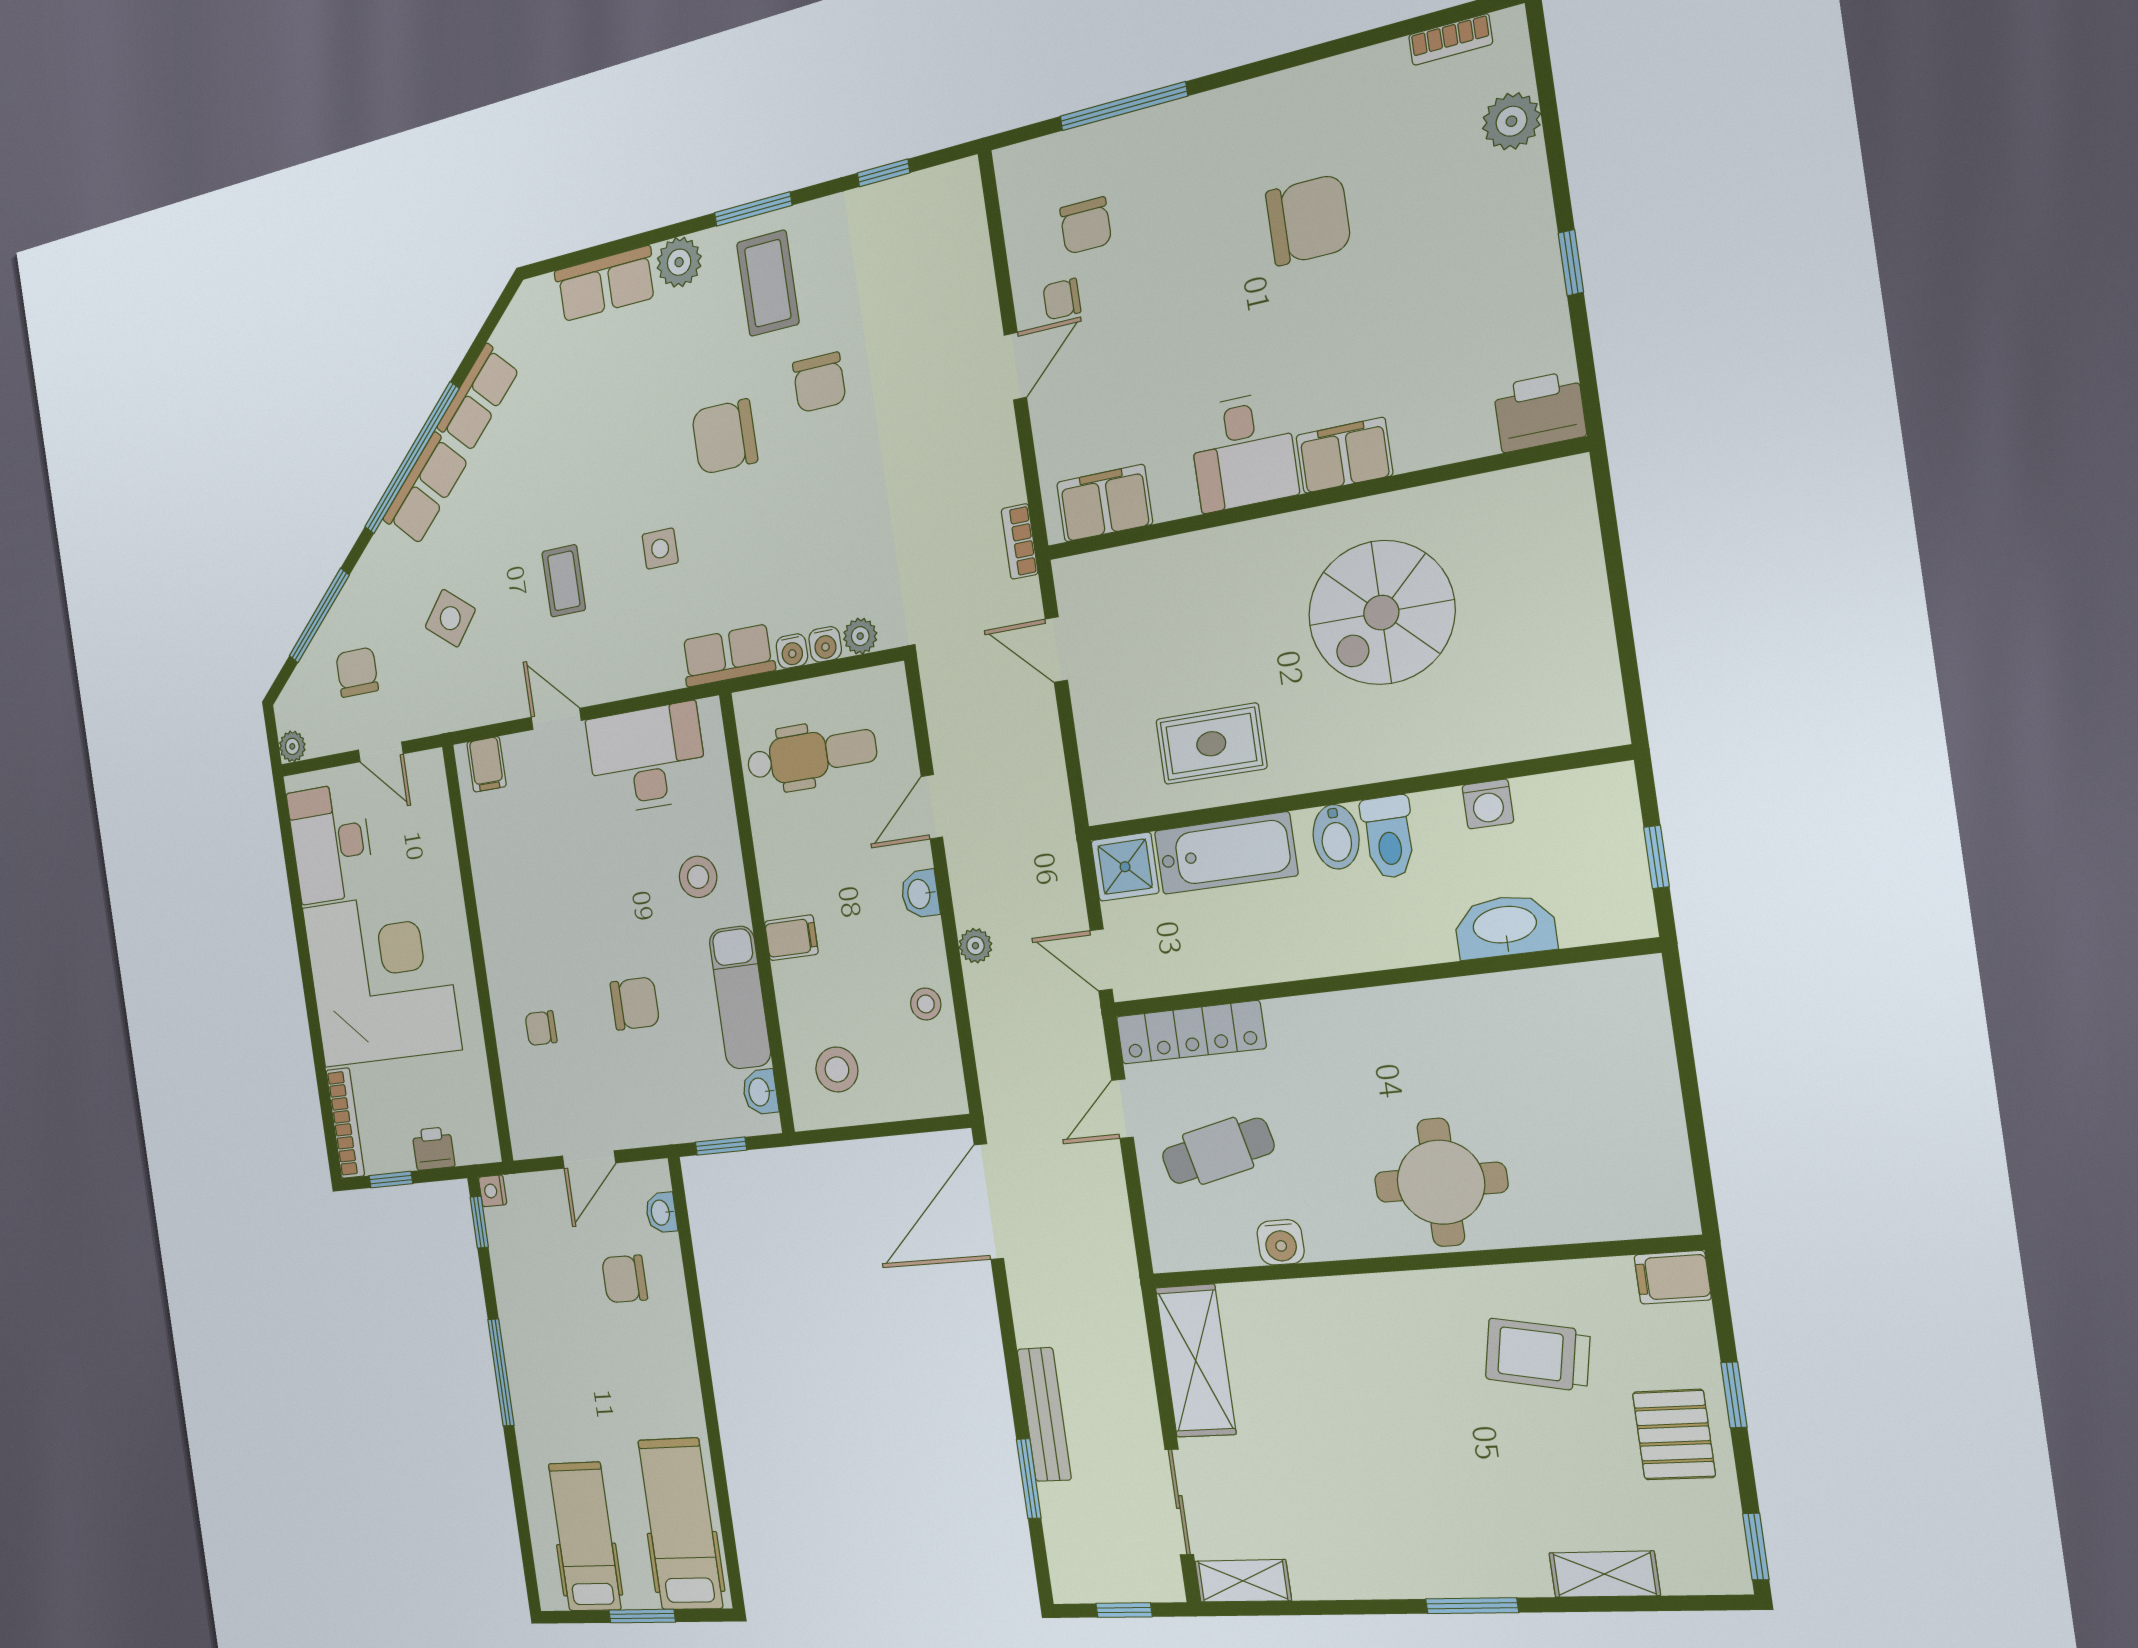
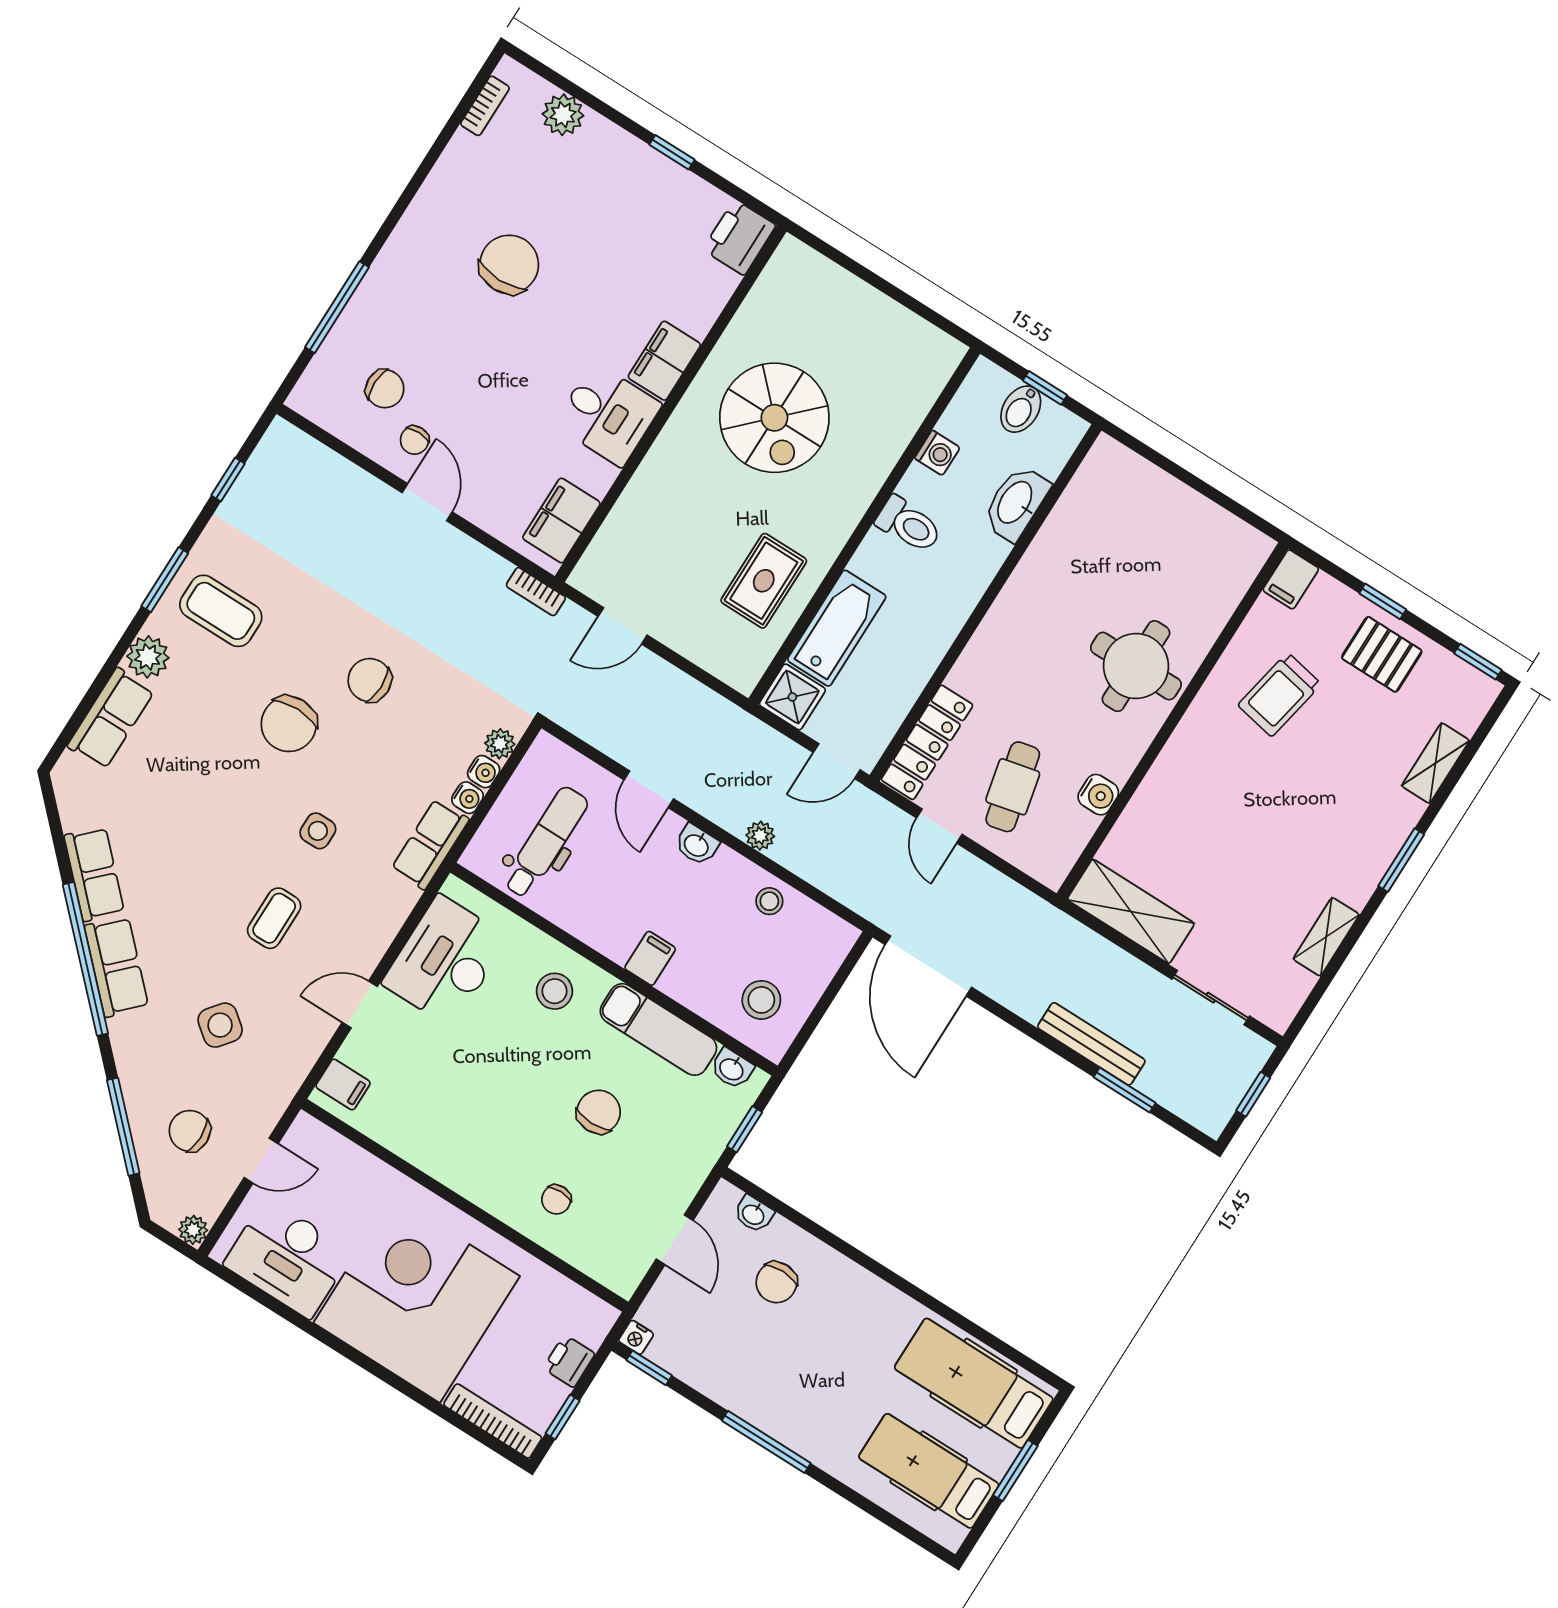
chair: (819, 382) -> (370, 680), moved, turned 180
coffee table: (564, 581) -> (274, 918), turned 90
bidet: (1336, 837) -> (1021, 409), moved, turned 90
shelving: (1243, 1581) -> (1326, 937), moved

